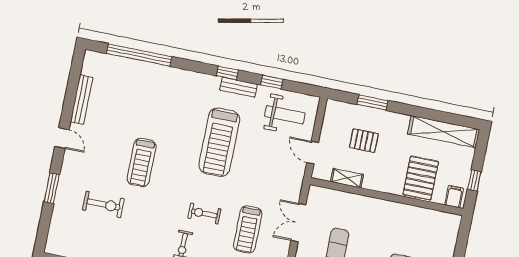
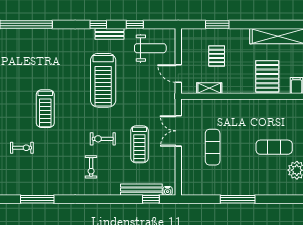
pallet: (364, 141) -> (217, 56), turned 90
exercise bike: (103, 204) -> (22, 148), width x0.73, depth x0.72

